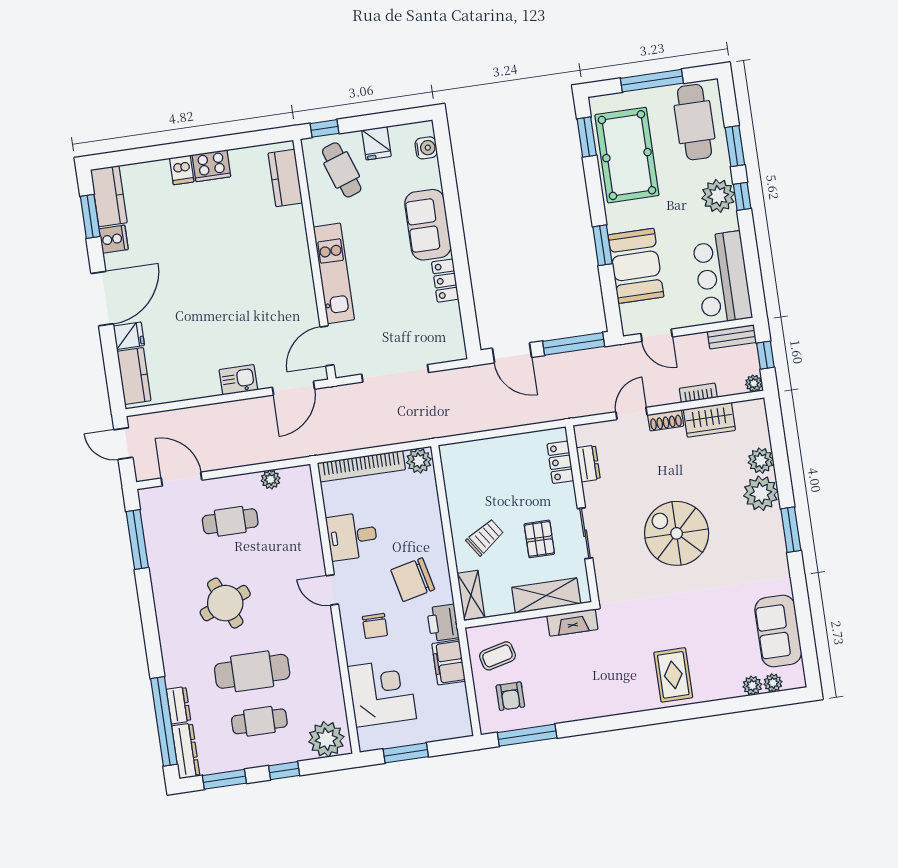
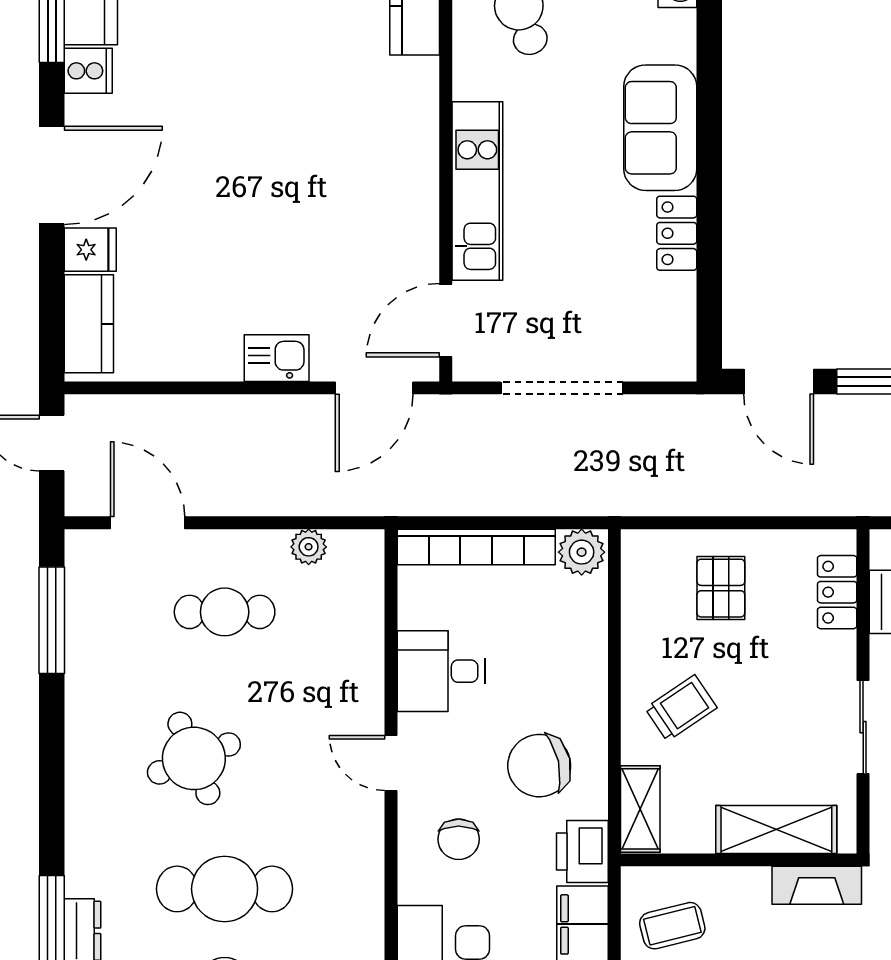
pallet: (539, 539) -> (721, 588), moved

